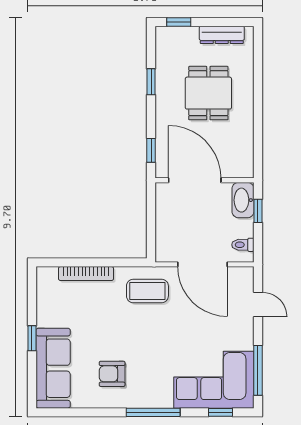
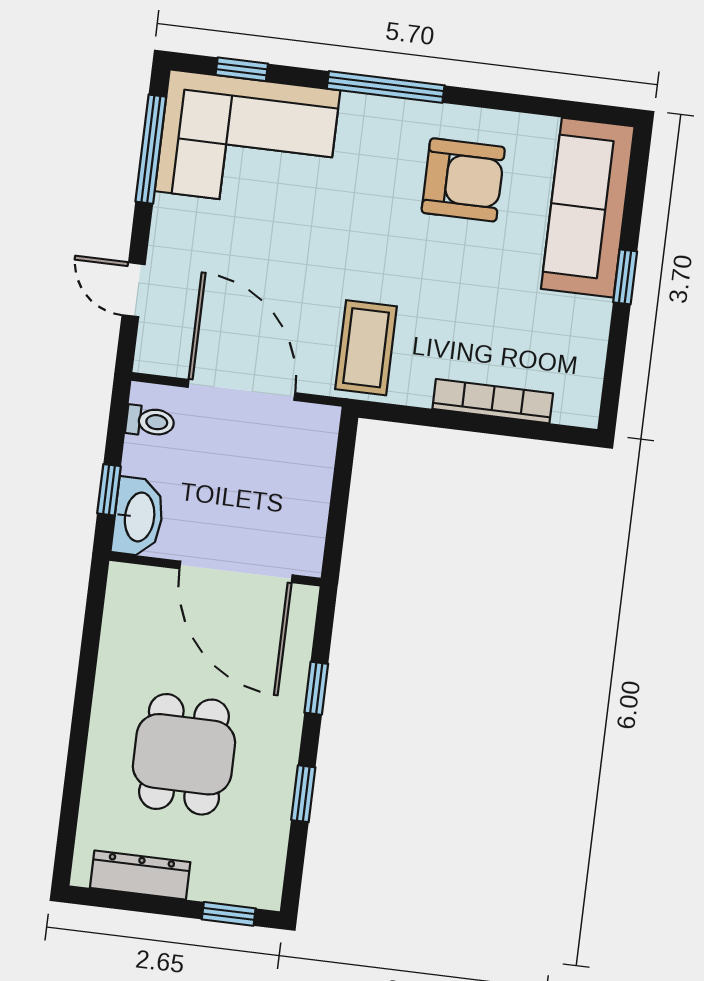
window: (151, 150) -> (316, 688), moved
coffee table: (147, 291) -> (366, 348), turned 90
armchair: (112, 374) -> (463, 180), width x1.38, depth x1.38

